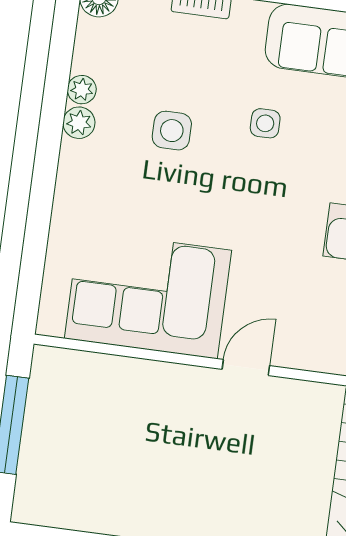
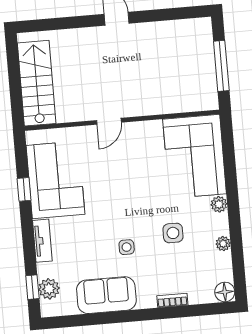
plant: (79, 123) -> (219, 204), moved
corner sofa: (148, 294) -> (195, 156), moved, turned 90

